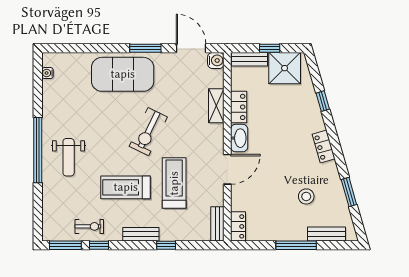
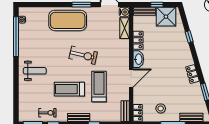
shelving: (216, 106) -> (124, 28), moved
exercise bike: (148, 132) -> (83, 55), turned -103
locker: (324, 147) -> (192, 74), moved
window: (38, 150) -> (16, 37), moved
weight bench: (69, 157) -> (35, 71), turned -90
stool: (306, 196) -> (161, 108), moved

